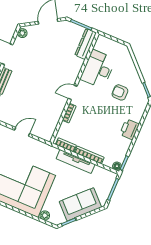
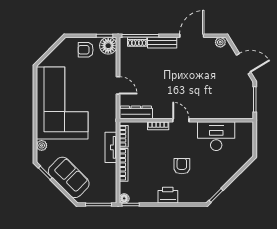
dresser: (86, 44) -> (136, 112), moved
armchair: (120, 92) -> (182, 166), moved
tv unit: (76, 161) -> (111, 147), width x0.71

